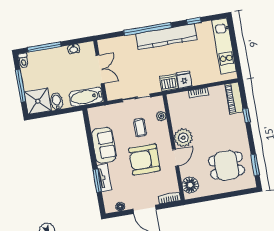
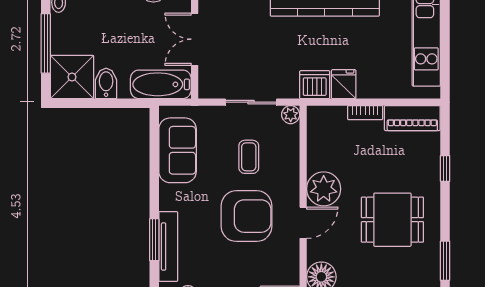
double door: (100, 69) -> (195, 39), swing flipped
piano: (234, 98) -> (412, 118), moved, turned -90
plant: (161, 116) -> (291, 115), moved
sofa: (104, 145) -> (178, 150), moved
armchair: (144, 159) -> (247, 216), turned 180
dining table: (226, 166) -> (392, 220), moved
tv unit: (104, 178) -> (168, 246), width x1.41

